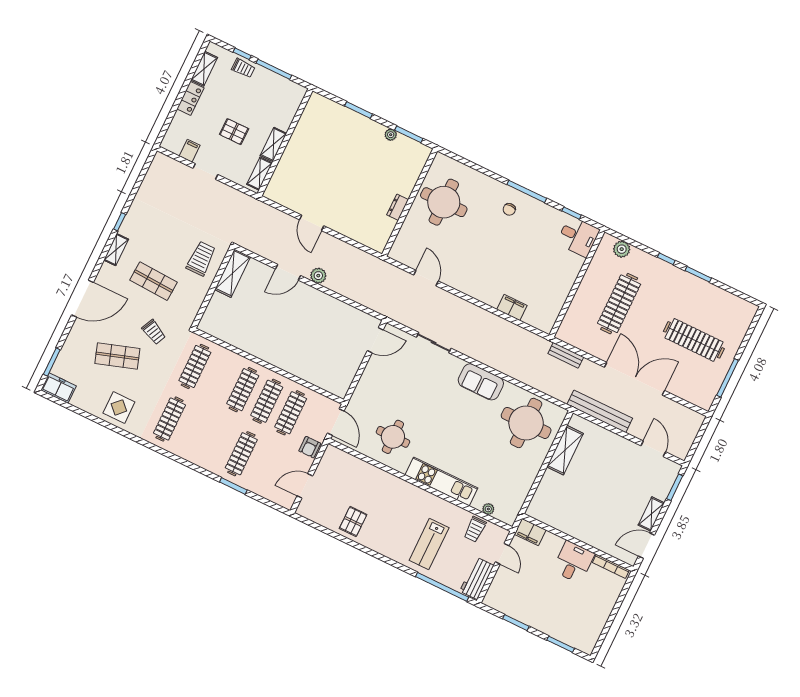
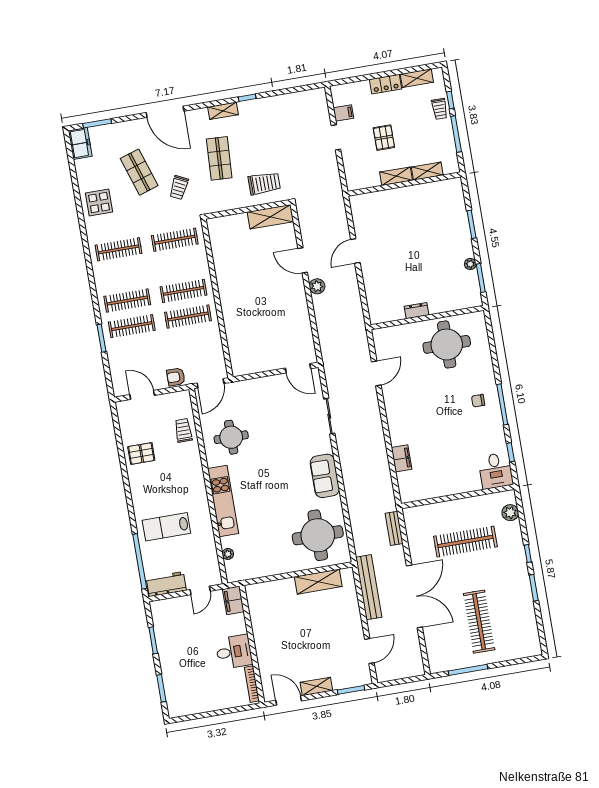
shelving: (260, 174) -> (427, 171), moved
clothes rail: (291, 413) -> (127, 301), moved
trolley: (475, 529) -> (183, 430), moved, turned 90

